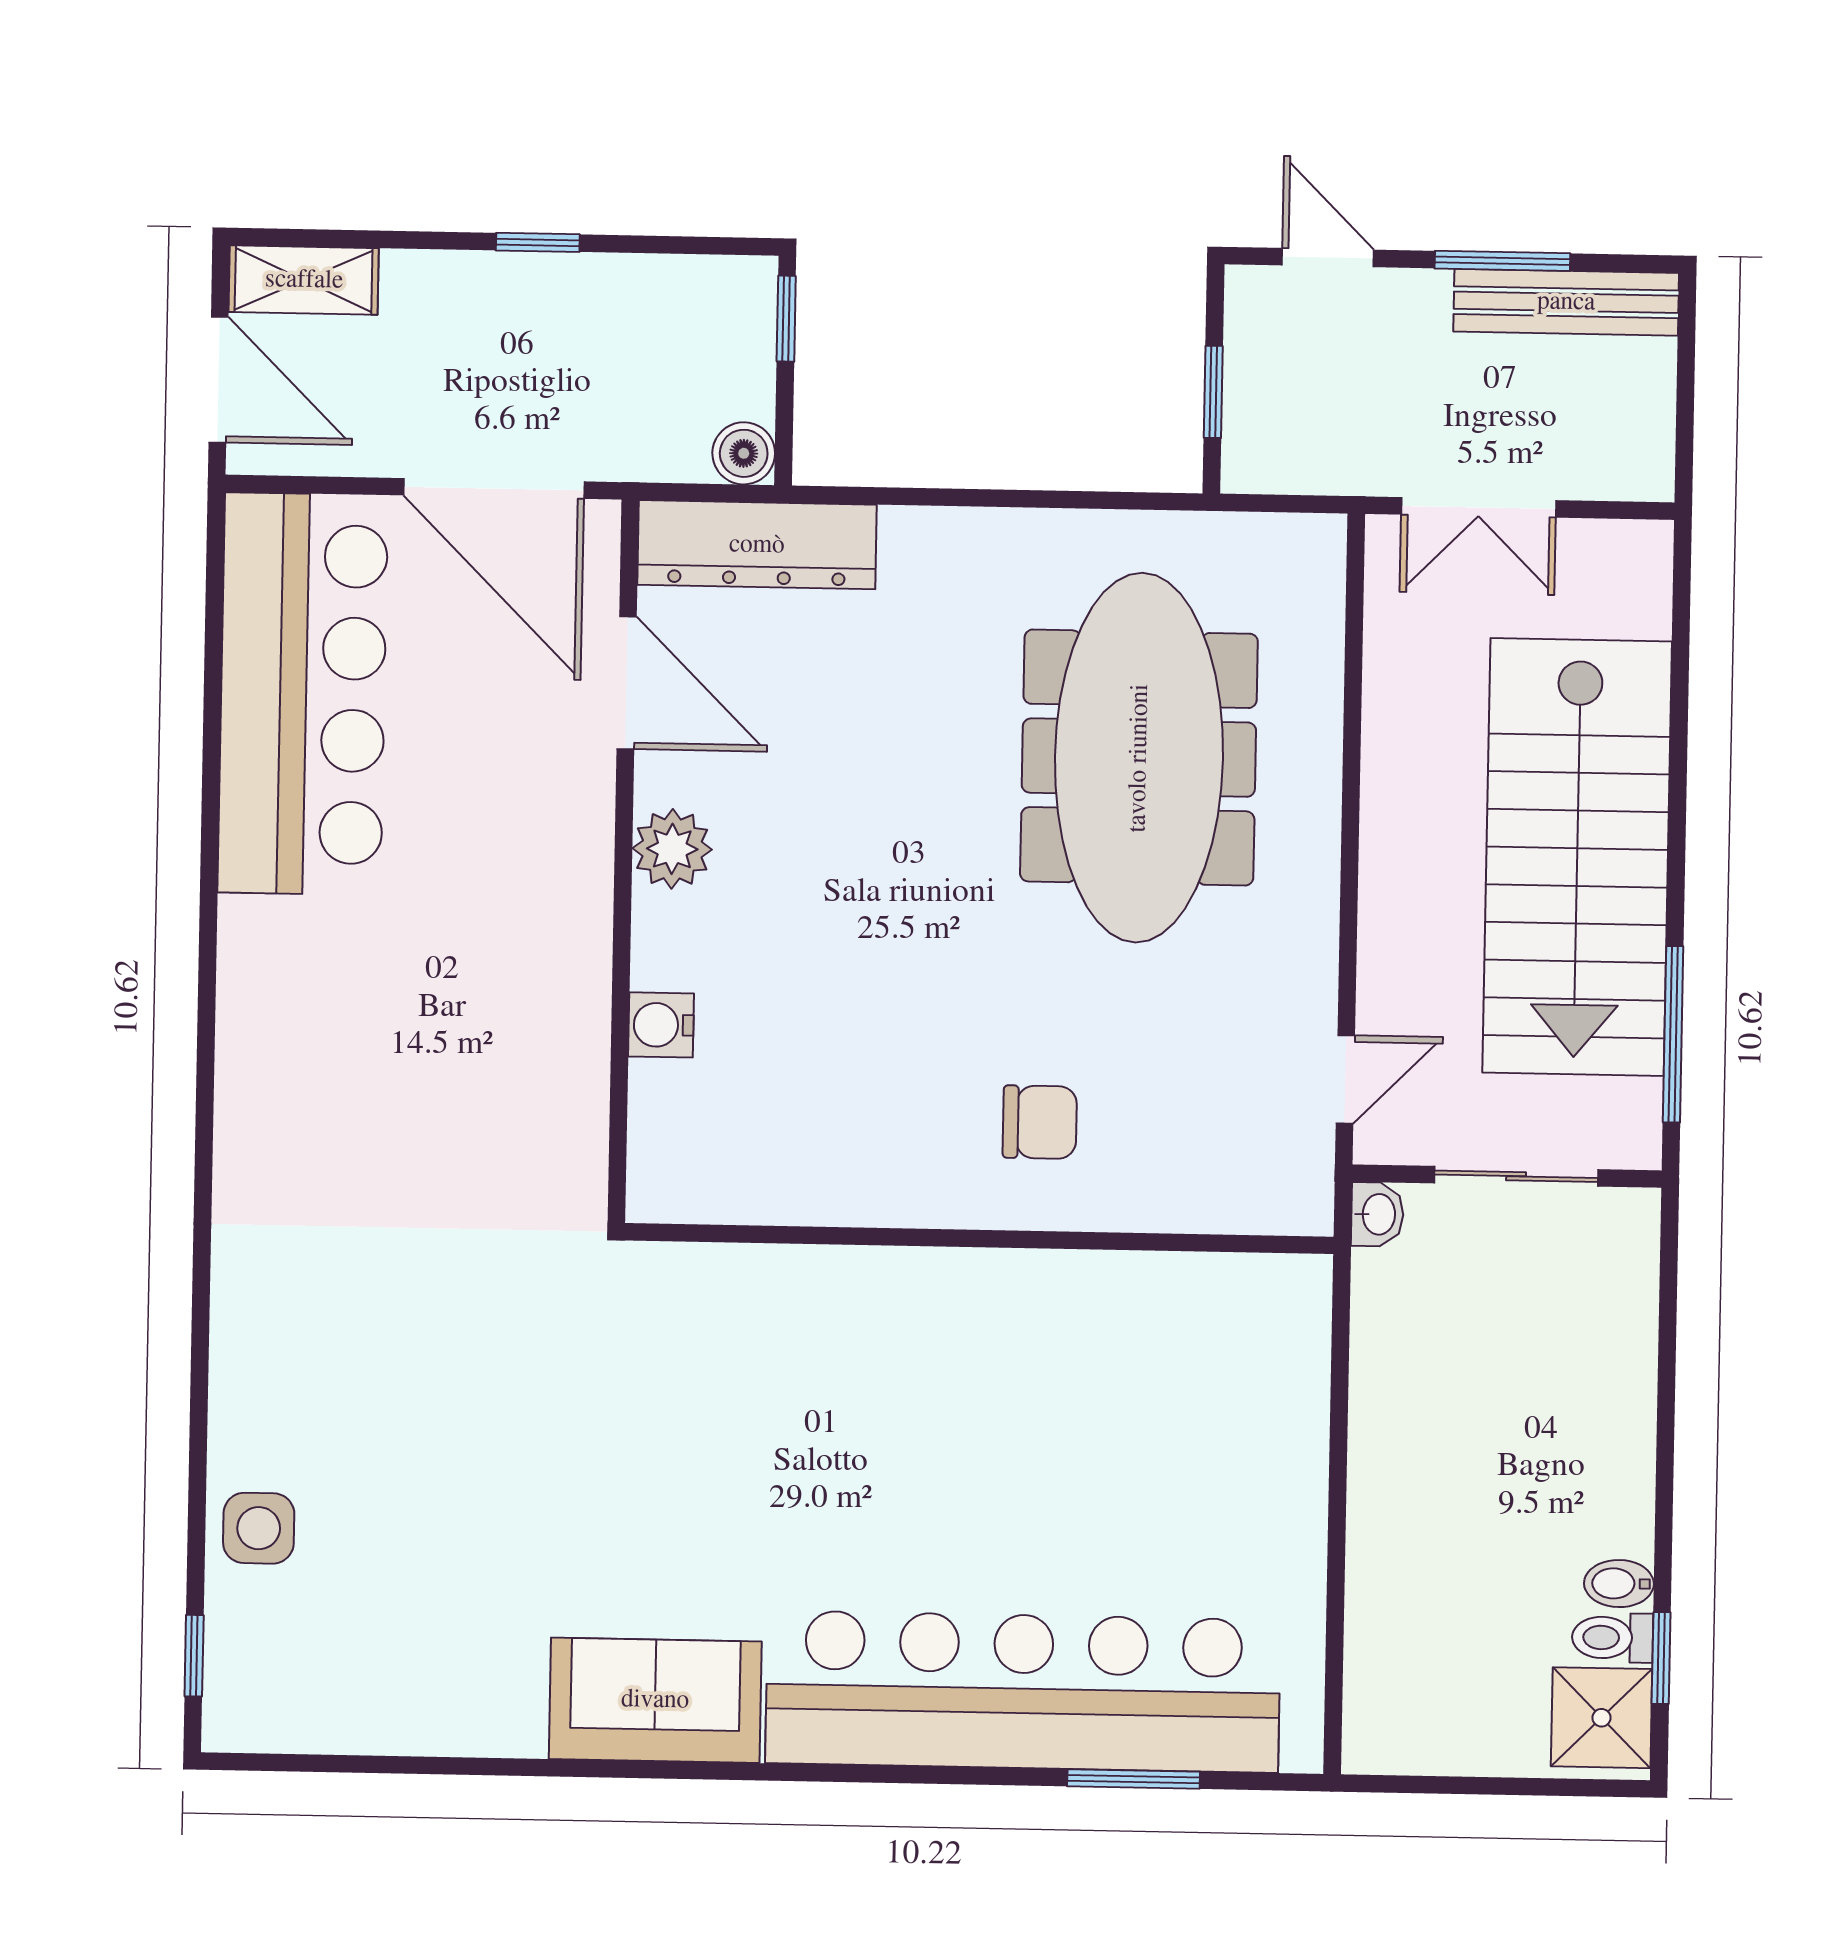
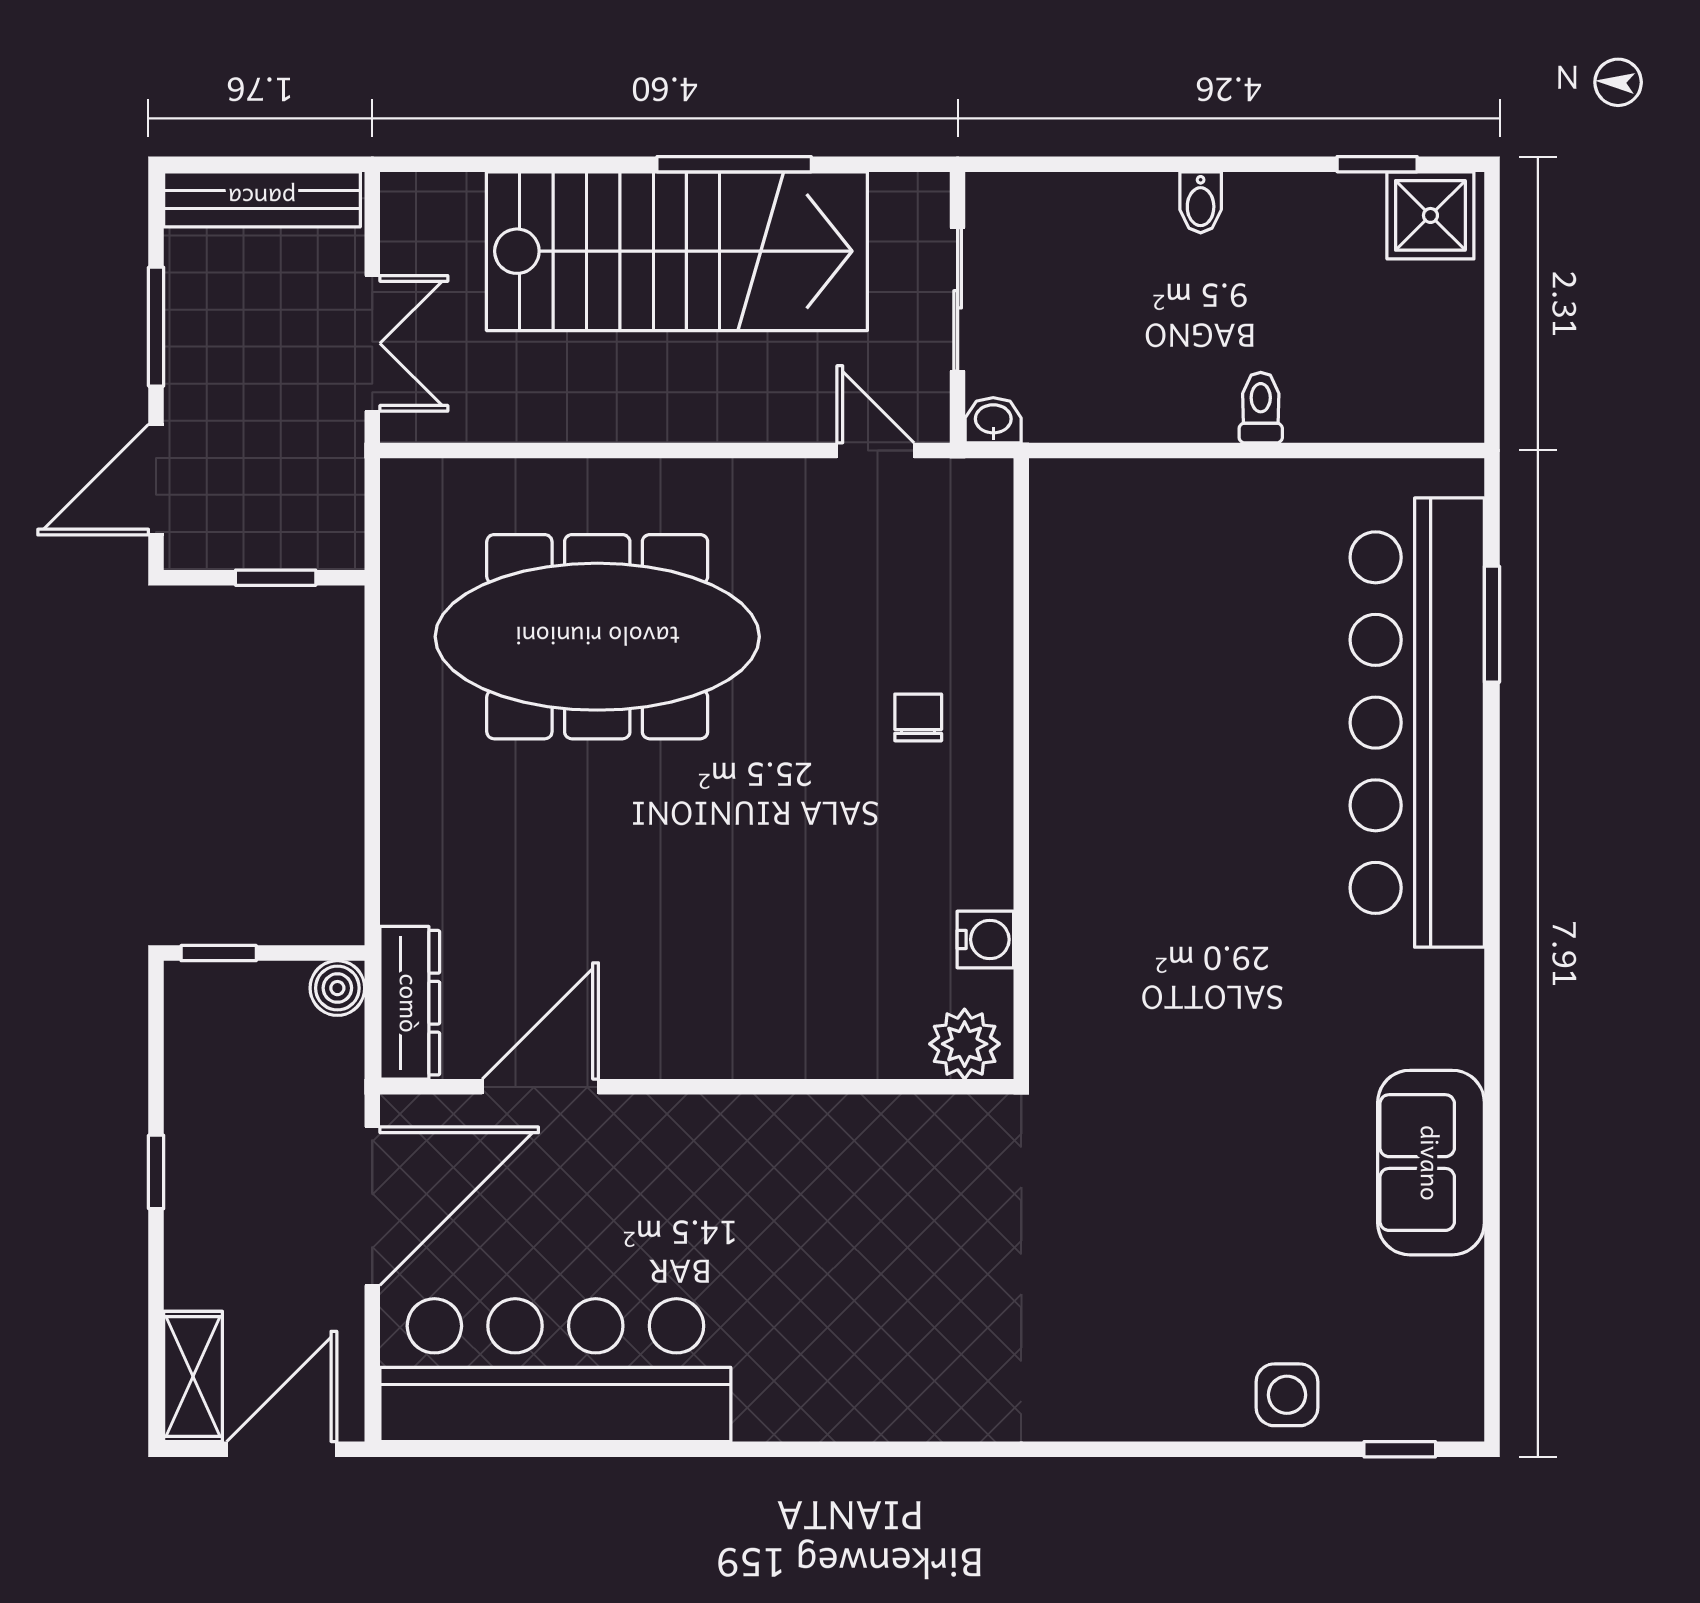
door: (1328, 258) -> (156, 480), width x1.38
bench: (1566, 302) -> (262, 199), moved, turned 90
dresser: (757, 545) -> (410, 1003), width x0.73, depth x0.80
plant: (672, 849) -> (965, 1044), moved
water cooler: (661, 1025) -> (985, 940), moved, turned -90
window: (1673, 1034) -> (734, 164), moved
chair: (1040, 1122) -> (918, 717), width x0.73, depth x0.73
bidet: (1619, 1584) -> (1201, 202), moved
toilet: (1612, 1638) -> (1261, 408), moved, turned 180
sofa: (655, 1700) -> (1431, 1163), moved

